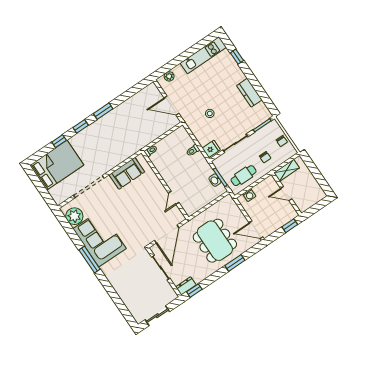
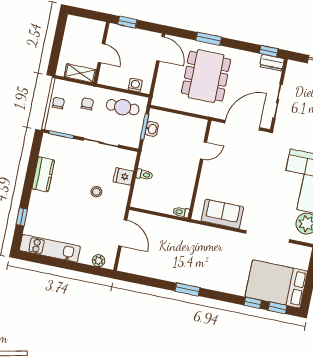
window: (81, 126) -> (277, 308), moved
fridge: (211, 149) -> (123, 176), moved

